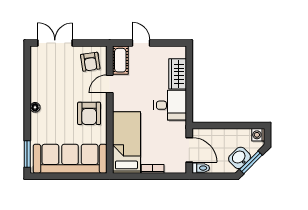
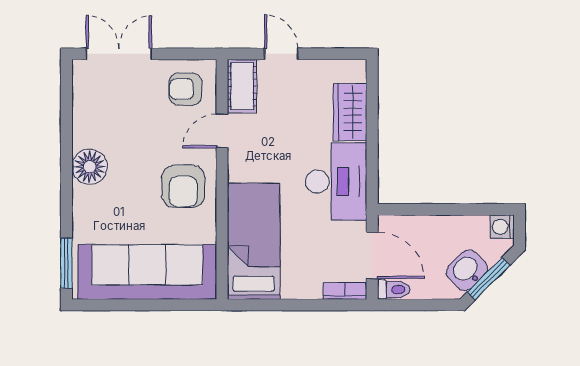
armchair: (90, 62) -> (185, 89), turned 98
desk: (170, 105) -> (336, 182), width x1.37
floor lamp: (35, 107) -> (90, 167), width x1.89, depth x1.89
bookcase: (153, 169) -> (345, 291), moved

